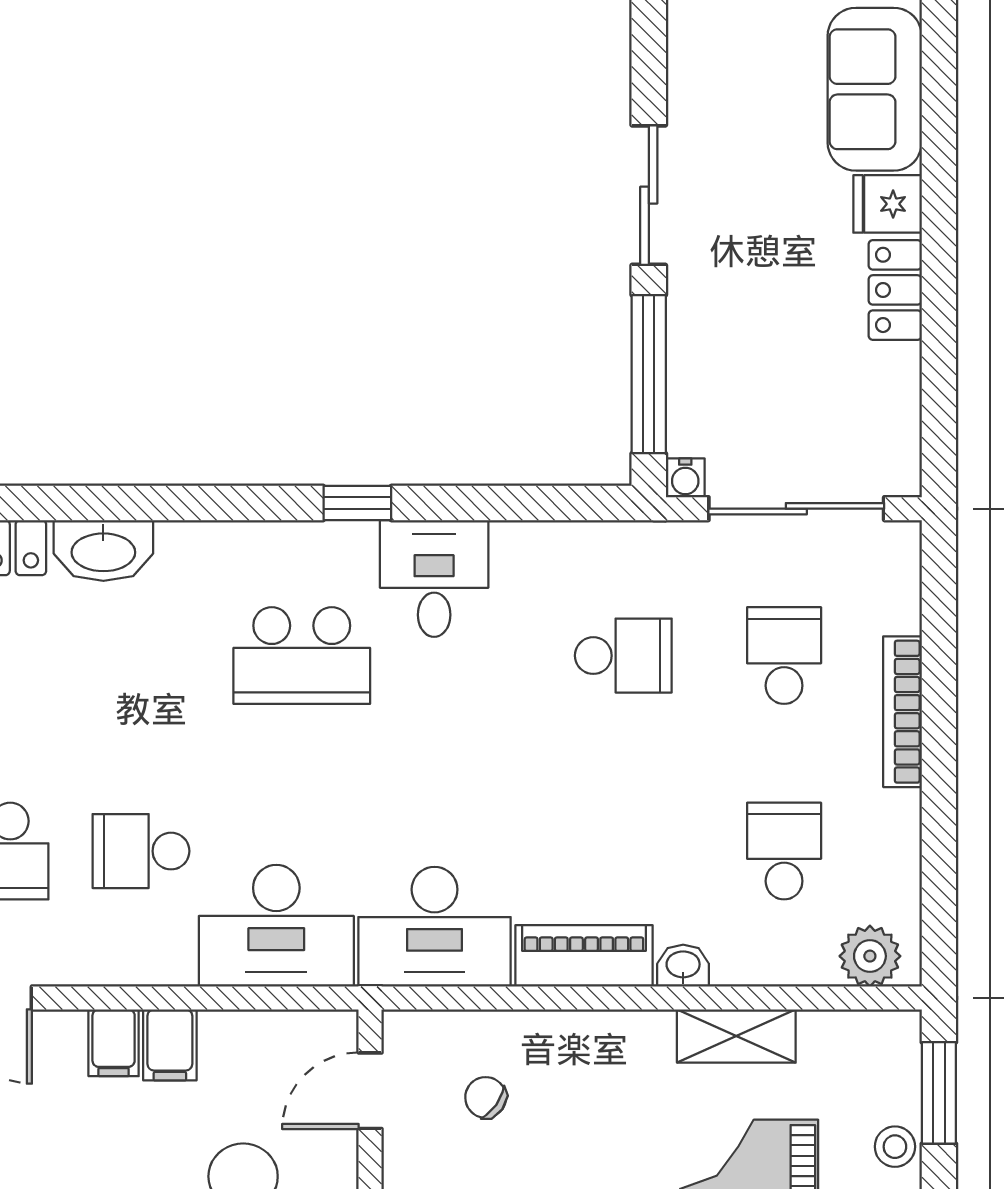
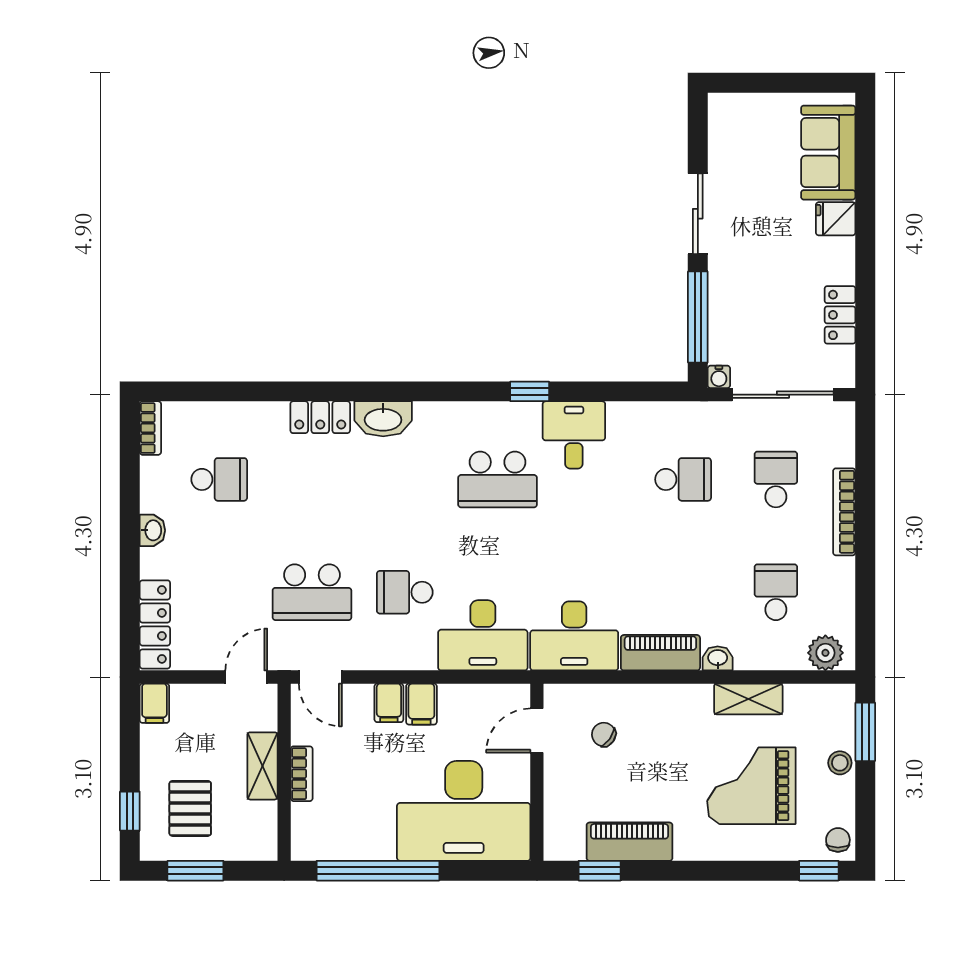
locker: (895, 290) -> (840, 315), moved

